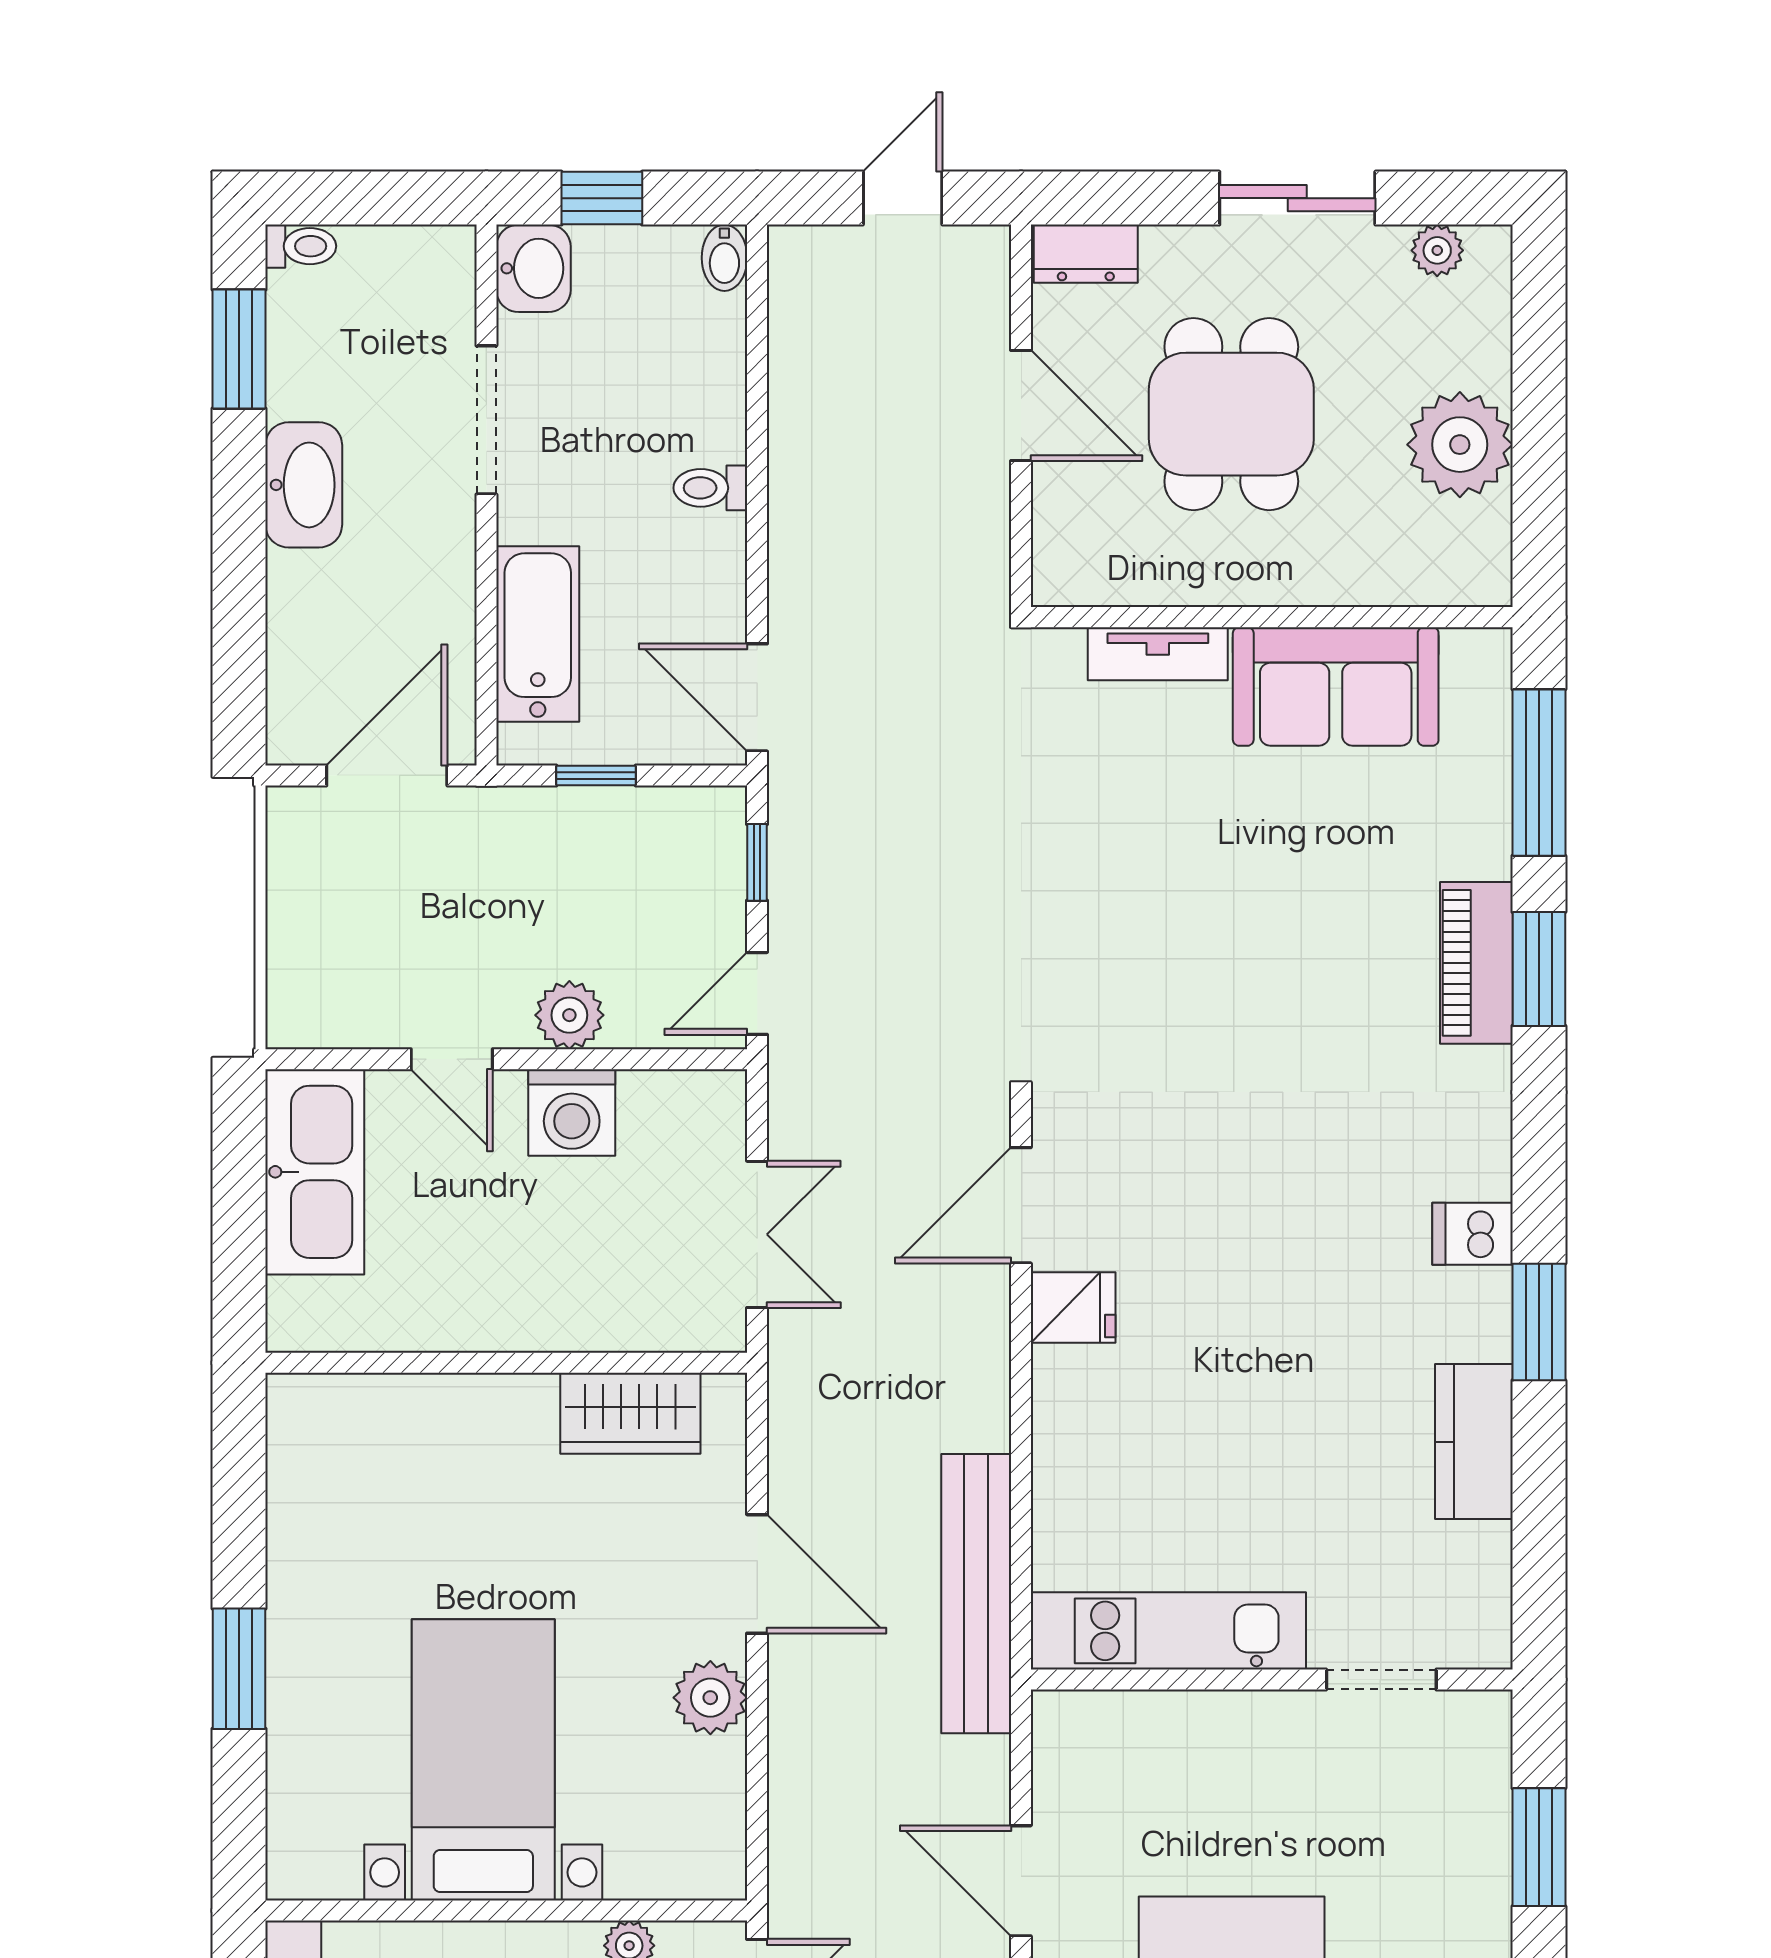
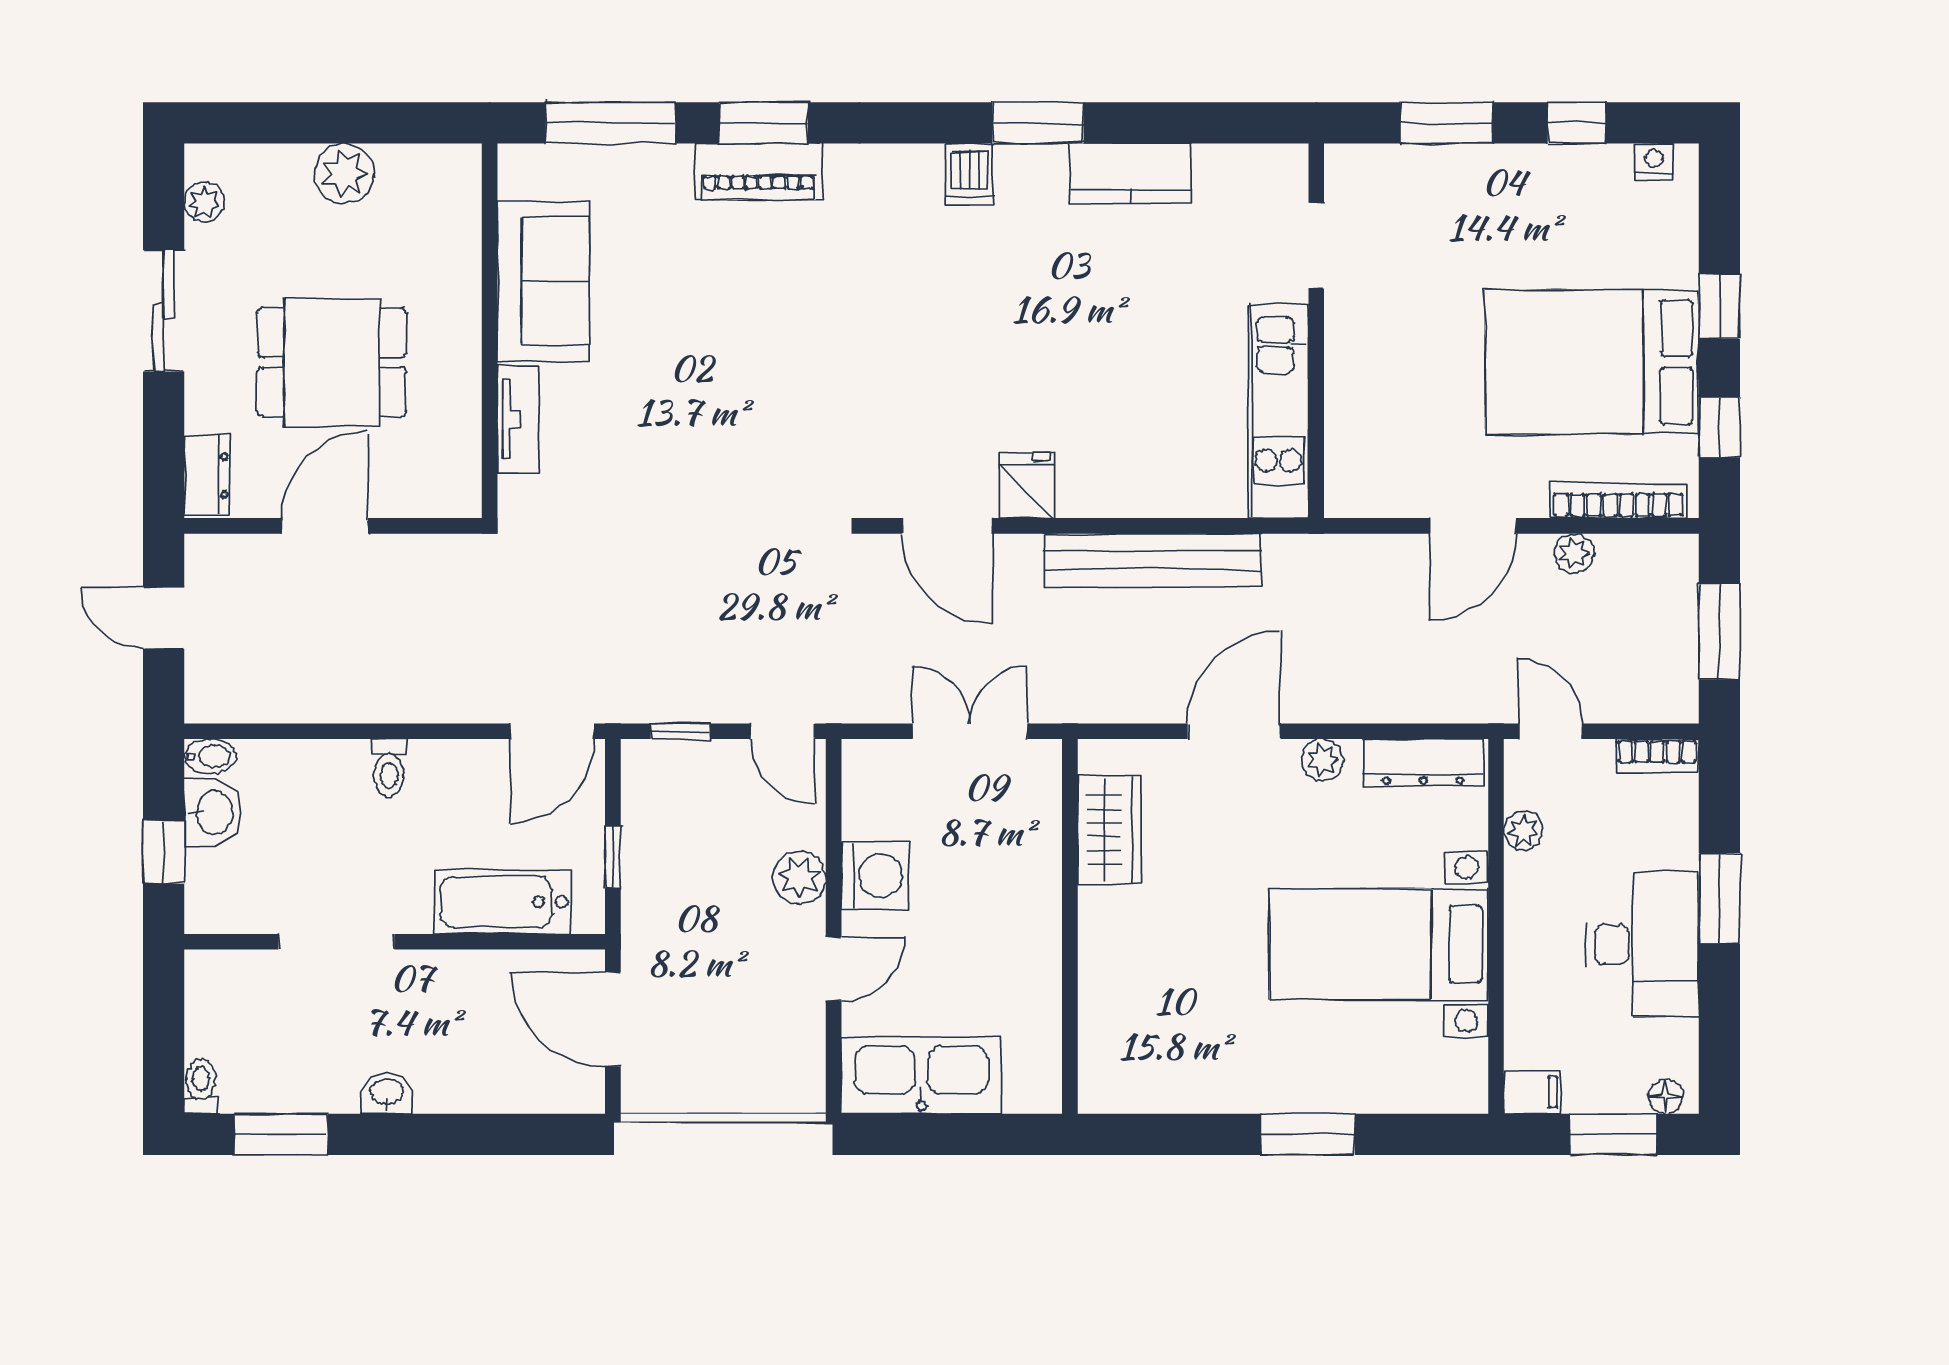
washbasin: (533, 268) -> (213, 812), moved, turned 90
plant: (1460, 445) -> (344, 174), width x0.73, depth x0.73
washbasin: (304, 485) -> (387, 1093), width x0.52, depth x0.69
bench: (976, 1594) -> (1152, 561), moved
plant: (710, 1698) -> (1323, 760), width x0.73, depth x0.73
dresser: (717, 1817) -> (1423, 762), added

